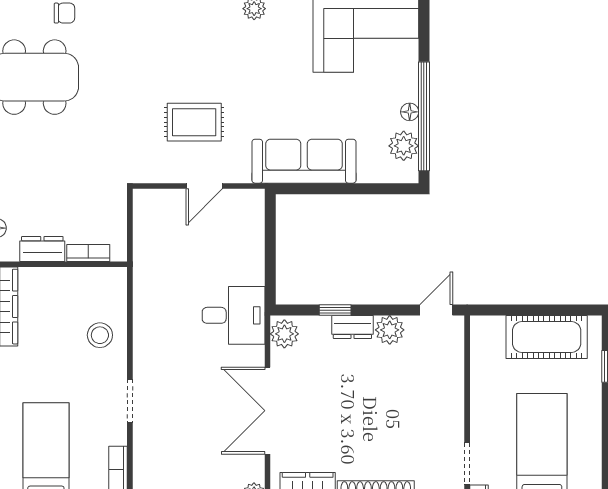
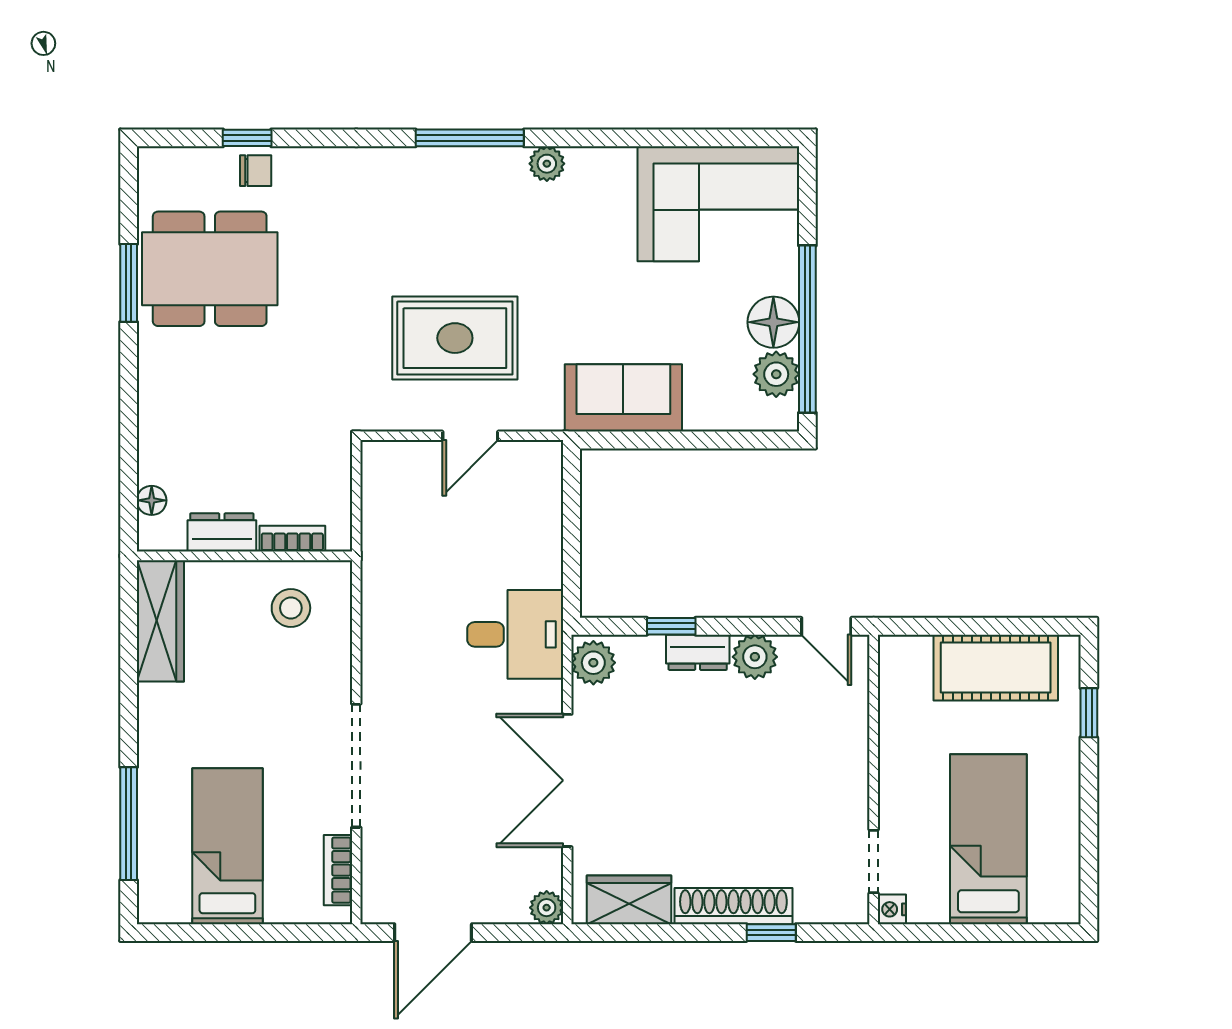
floor lamp: (410, 112) -> (773, 322), width x1.89, depth x1.89
rug: (194, 122) -> (455, 338), width x1.36, depth x1.43
sofa: (304, 161) -> (623, 398), width x0.73
door: (436, 310) -> (826, 626), swing flipped
stool: (100, 335) -> (291, 608), moved
doorway: (130, 401) -> (356, 766), width x1.87

